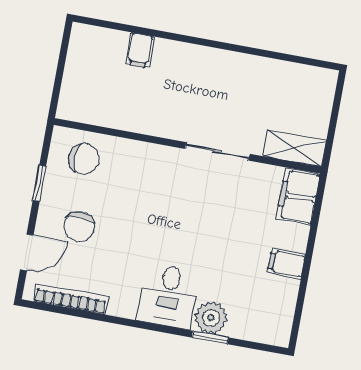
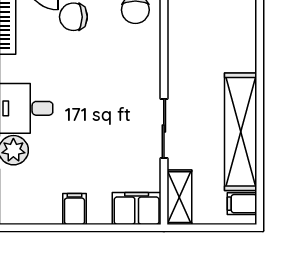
filing cabinet: (140, 50) -> (242, 204), moved
shelving: (236, 69) -> (241, 132), added

